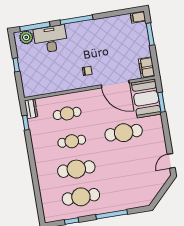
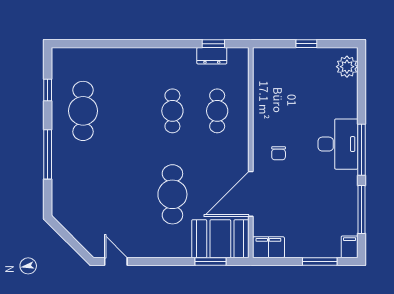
window: (35, 27) -> (362, 209), moved
desk: (50, 39) -> (338, 144), moved
dresser: (31, 109) -> (212, 56), moved
cafe table: (76, 169) -> (128, 111), removed

